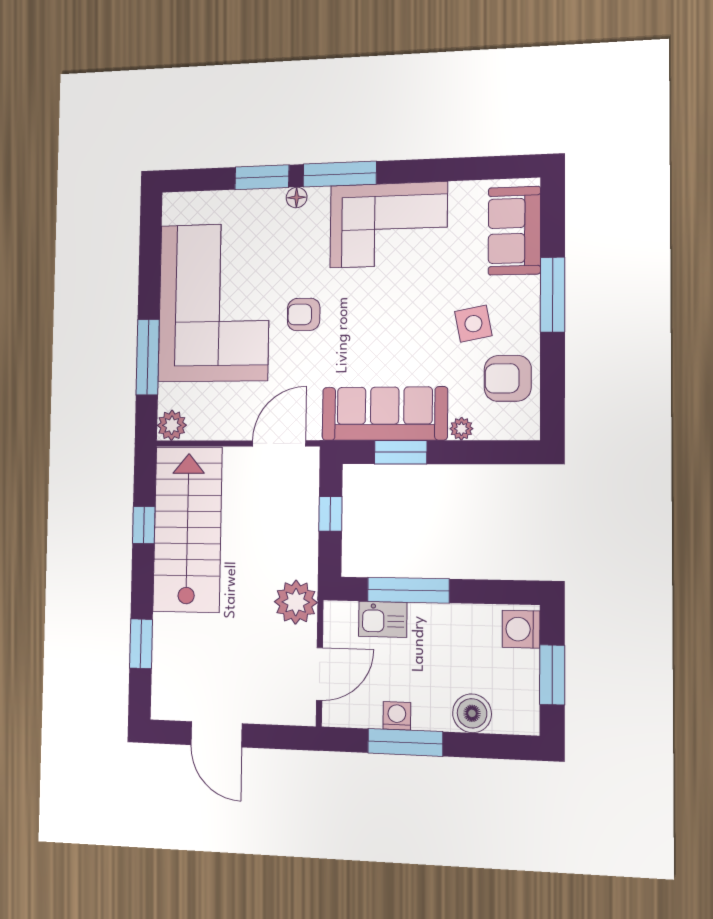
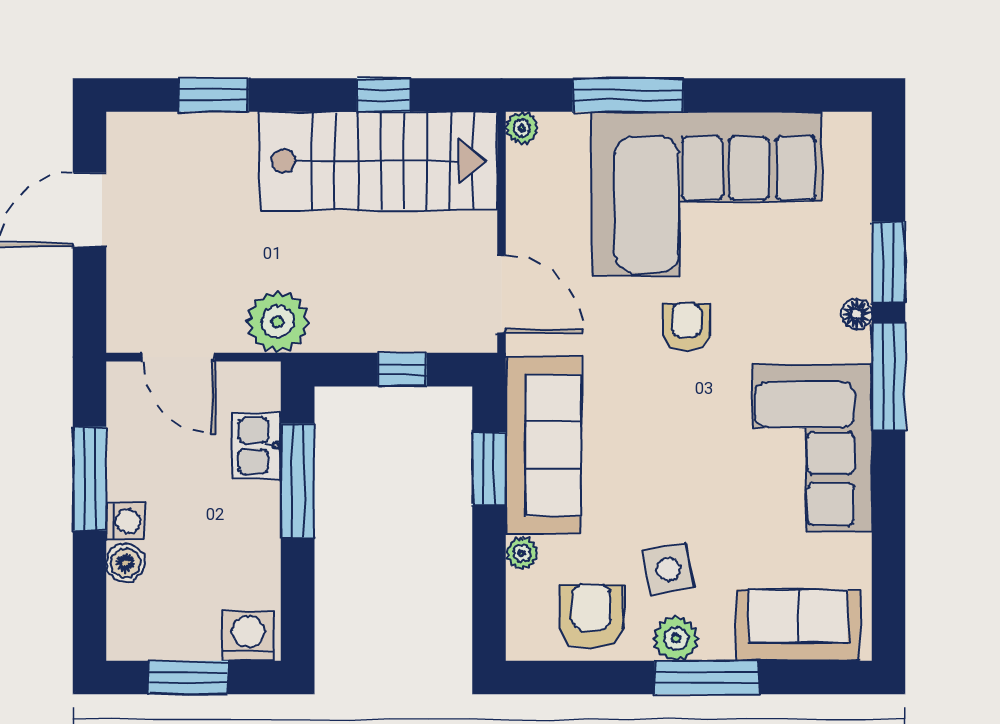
plant: (524, 317) -> (676, 638), added
plant: (172, 425) -> (522, 128), width x0.73, depth x0.73
boiler: (472, 713) -> (125, 563), width x0.73, depth x0.73
washing machine: (397, 716) -> (125, 521), moved

